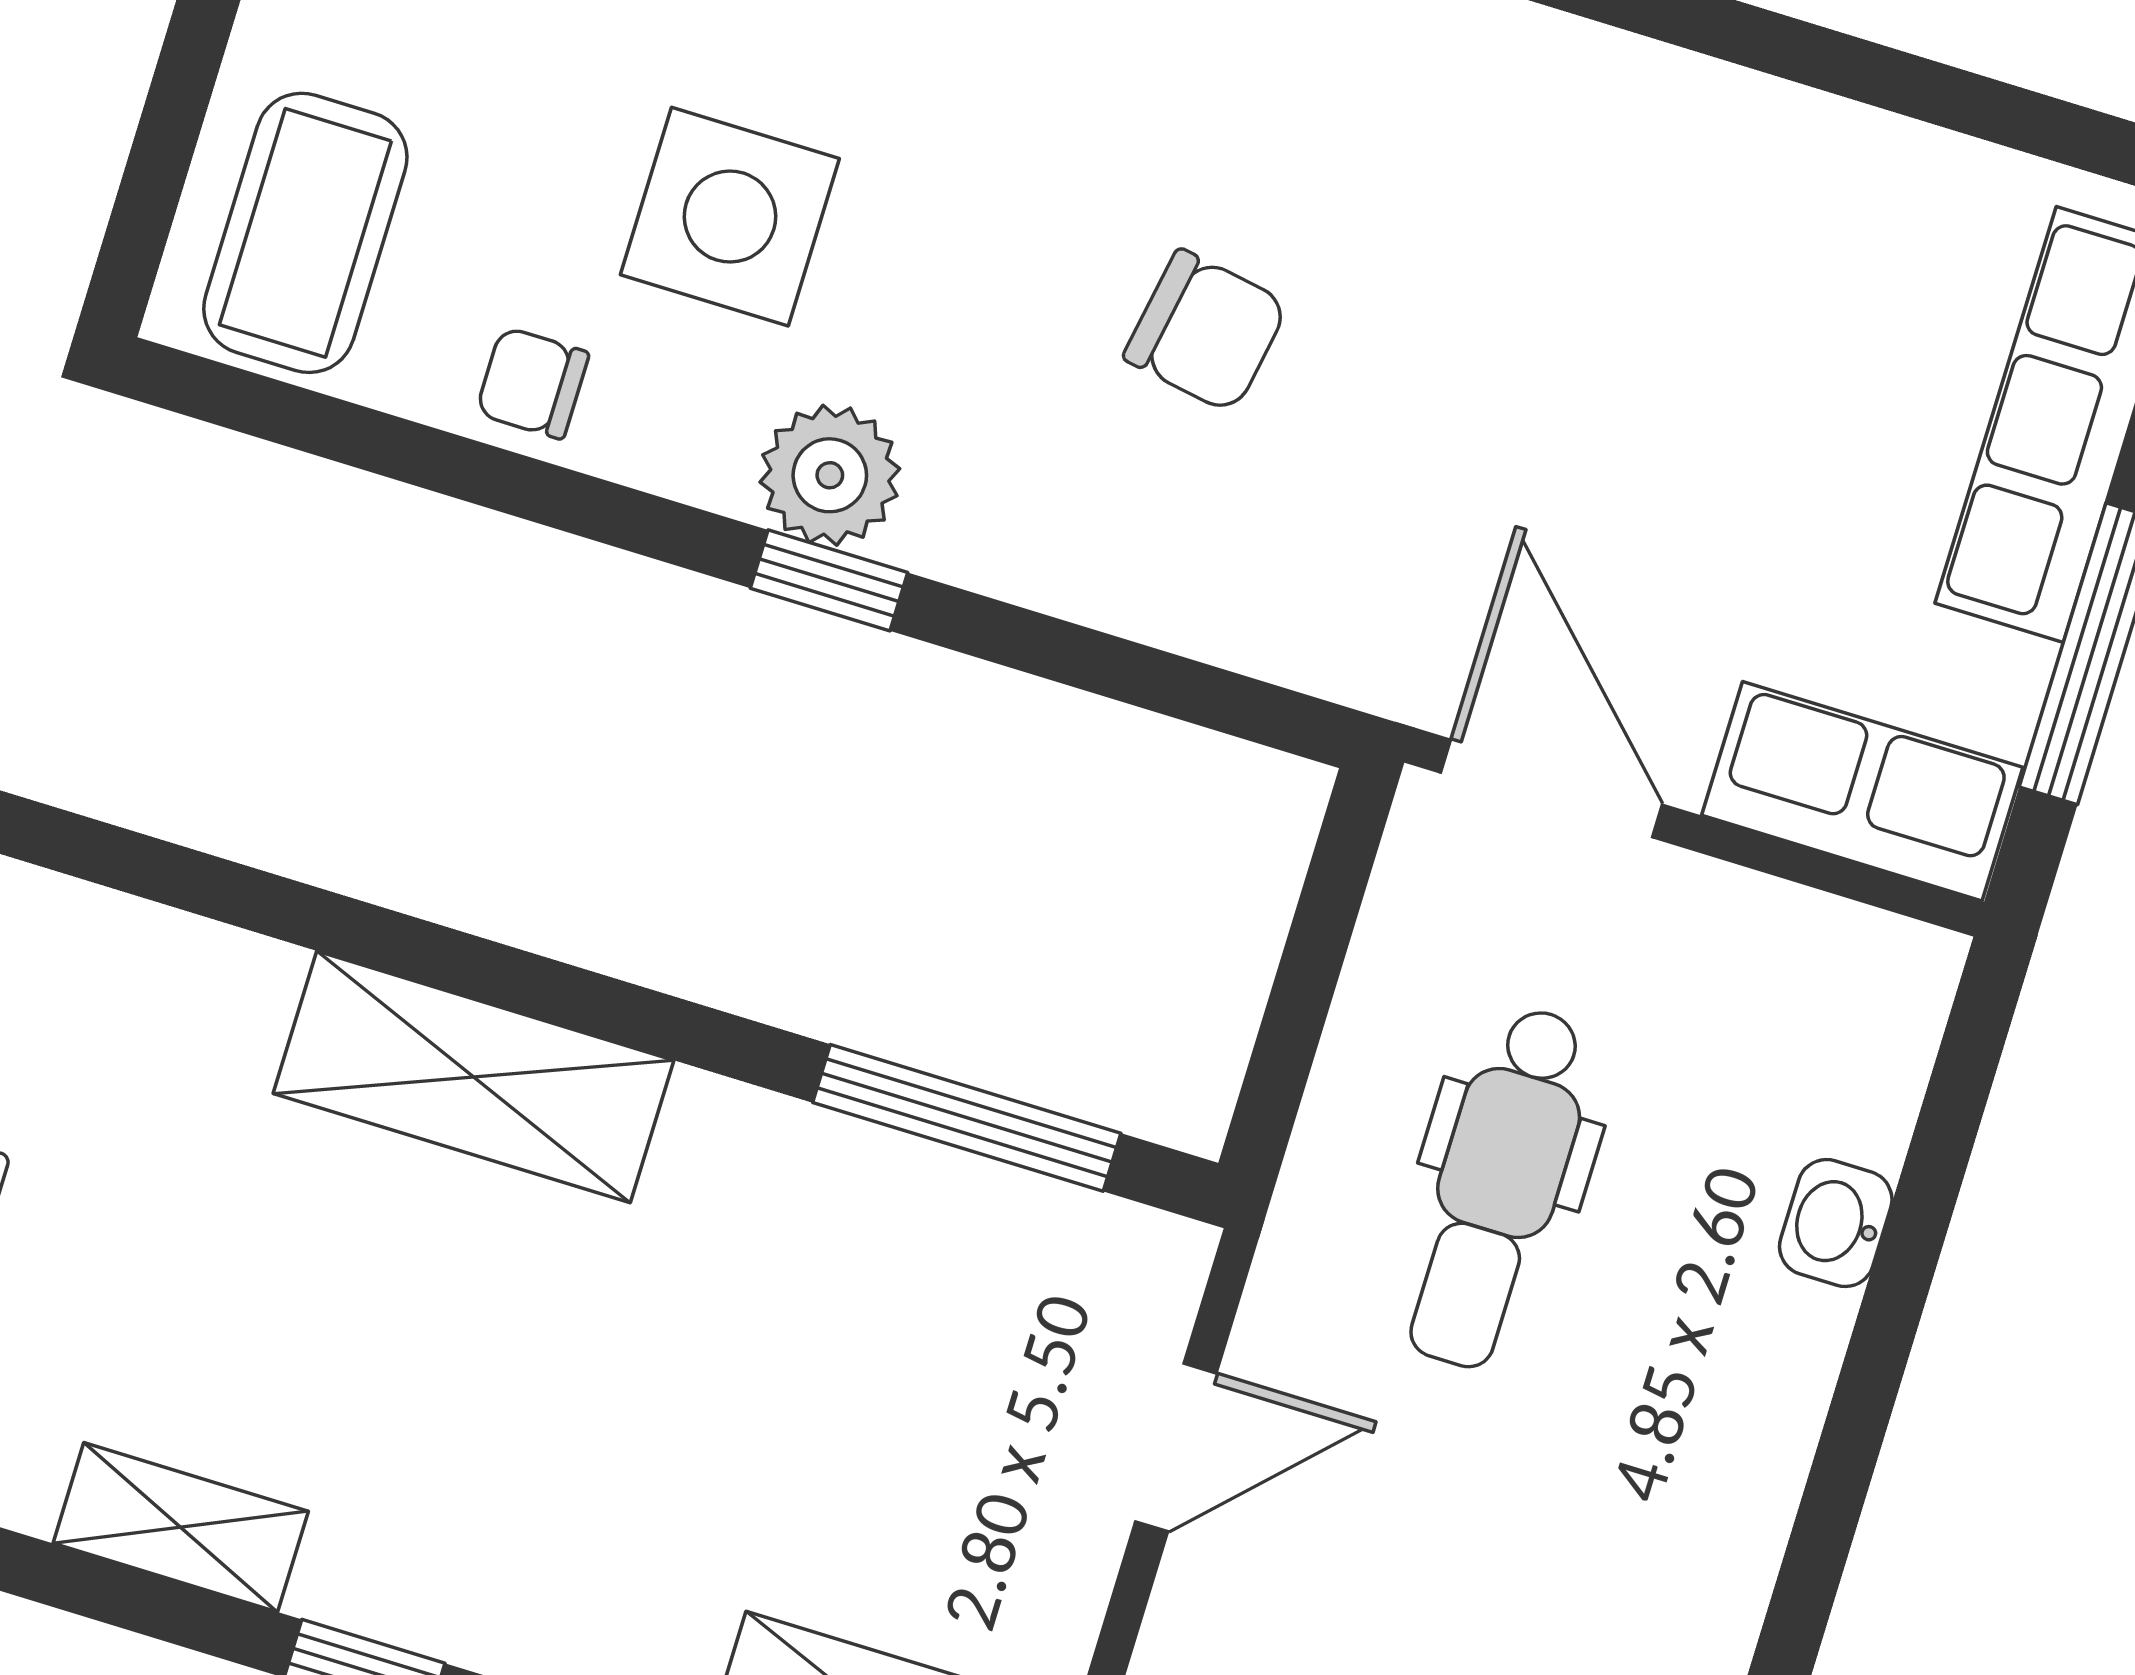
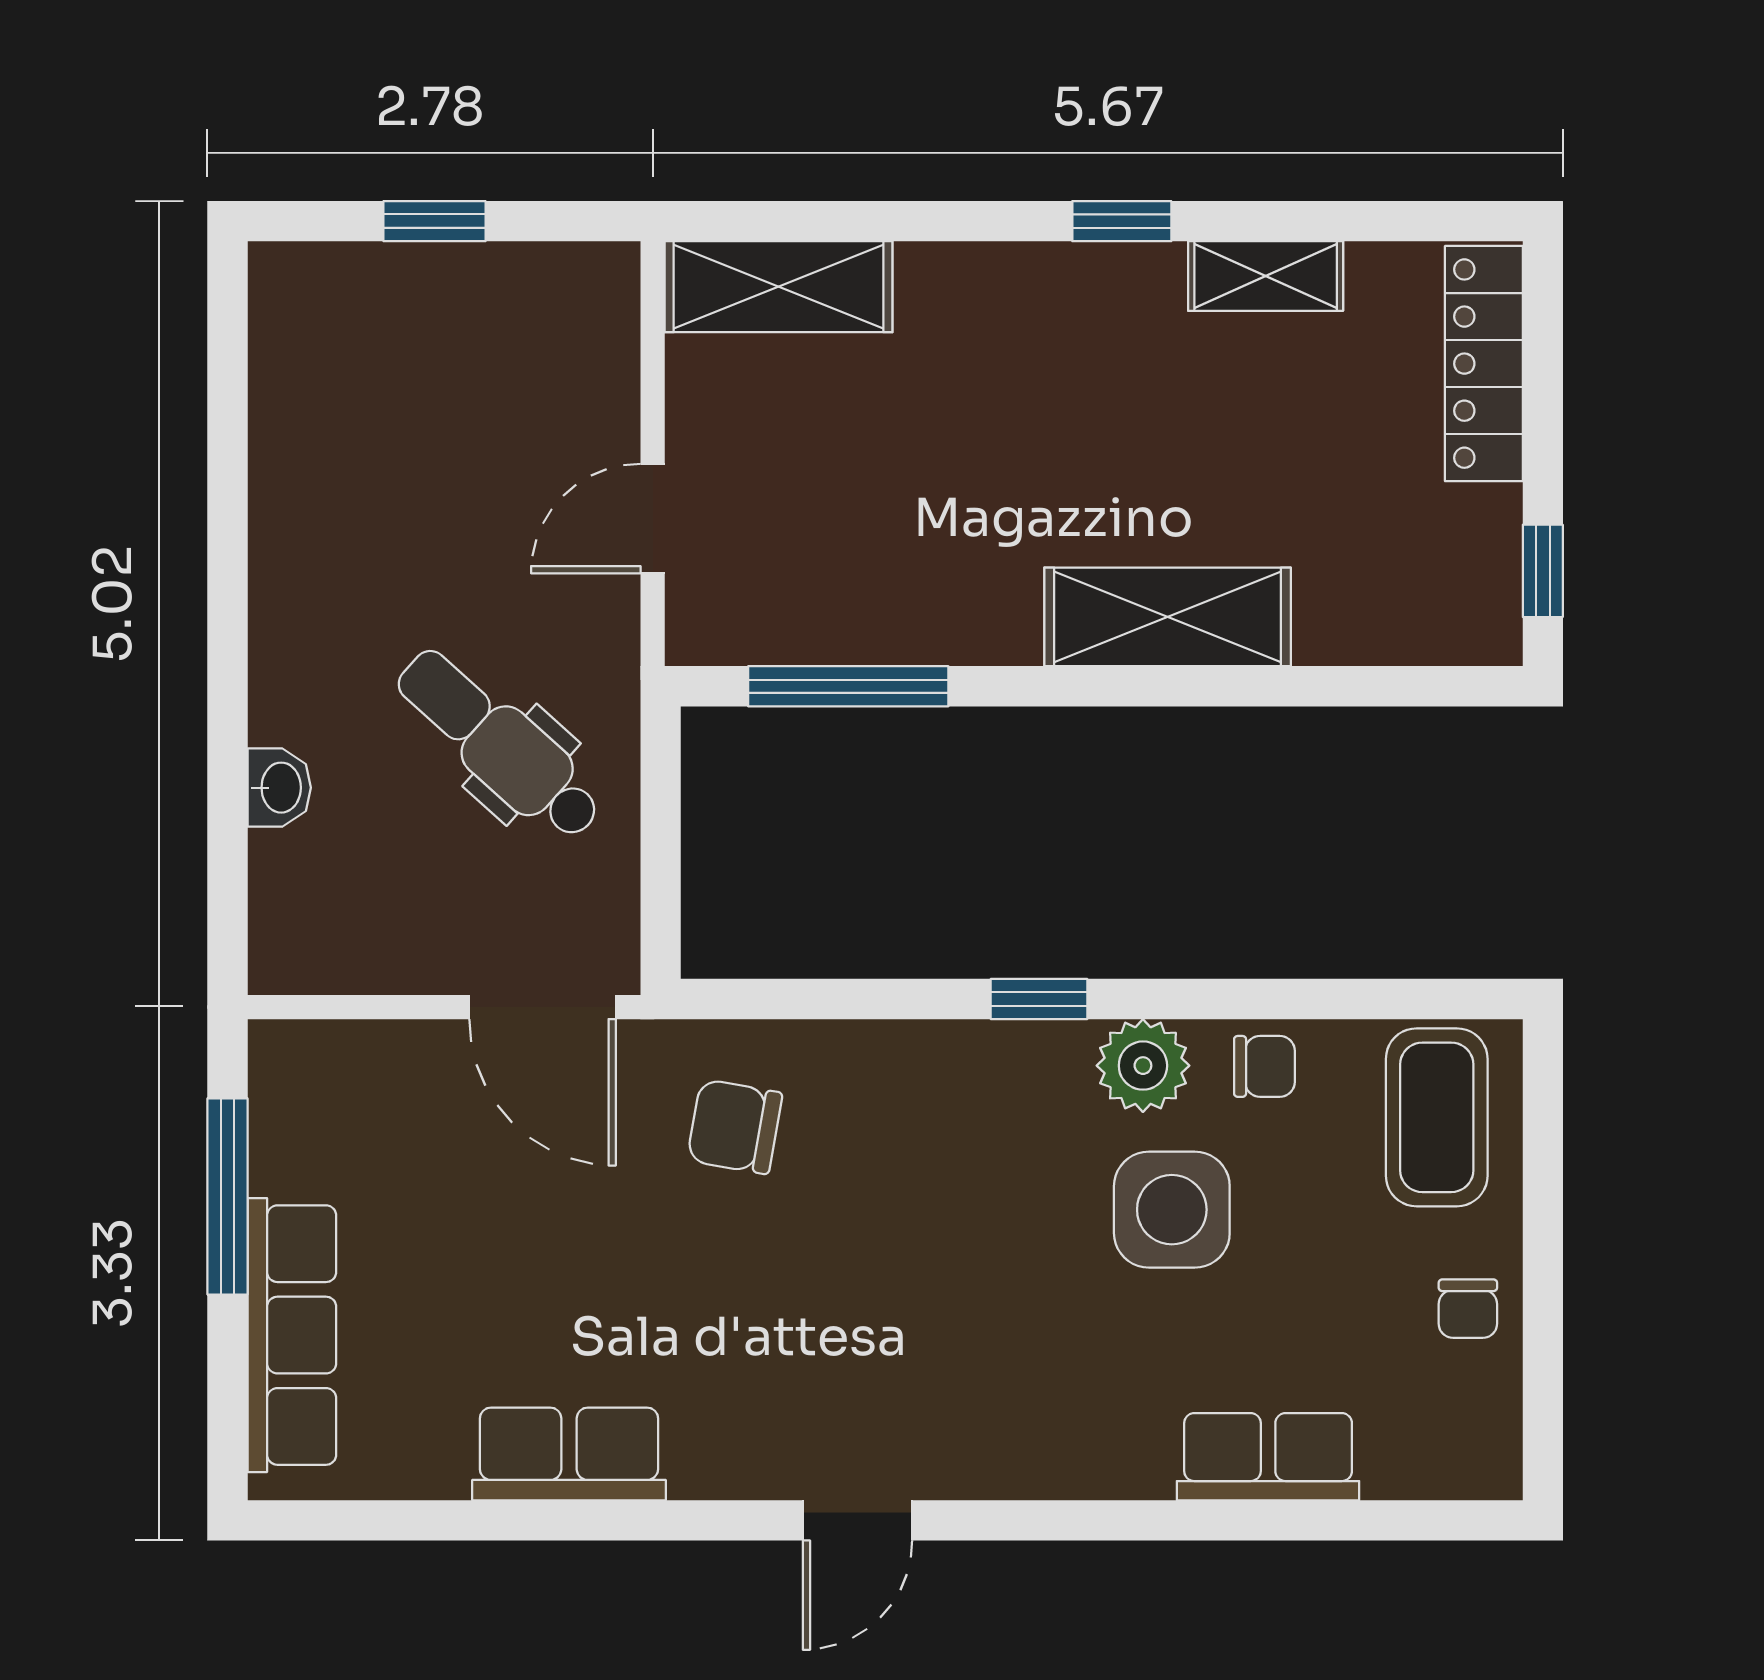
chair: (1206, 331) -> (735, 1127), moved
plant: (830, 475) -> (1143, 1066), moved
row of seats: (1862, 791) -> (569, 1454), moved, turned 180
dental chair: (1498, 1188) -> (499, 745), turned -48

